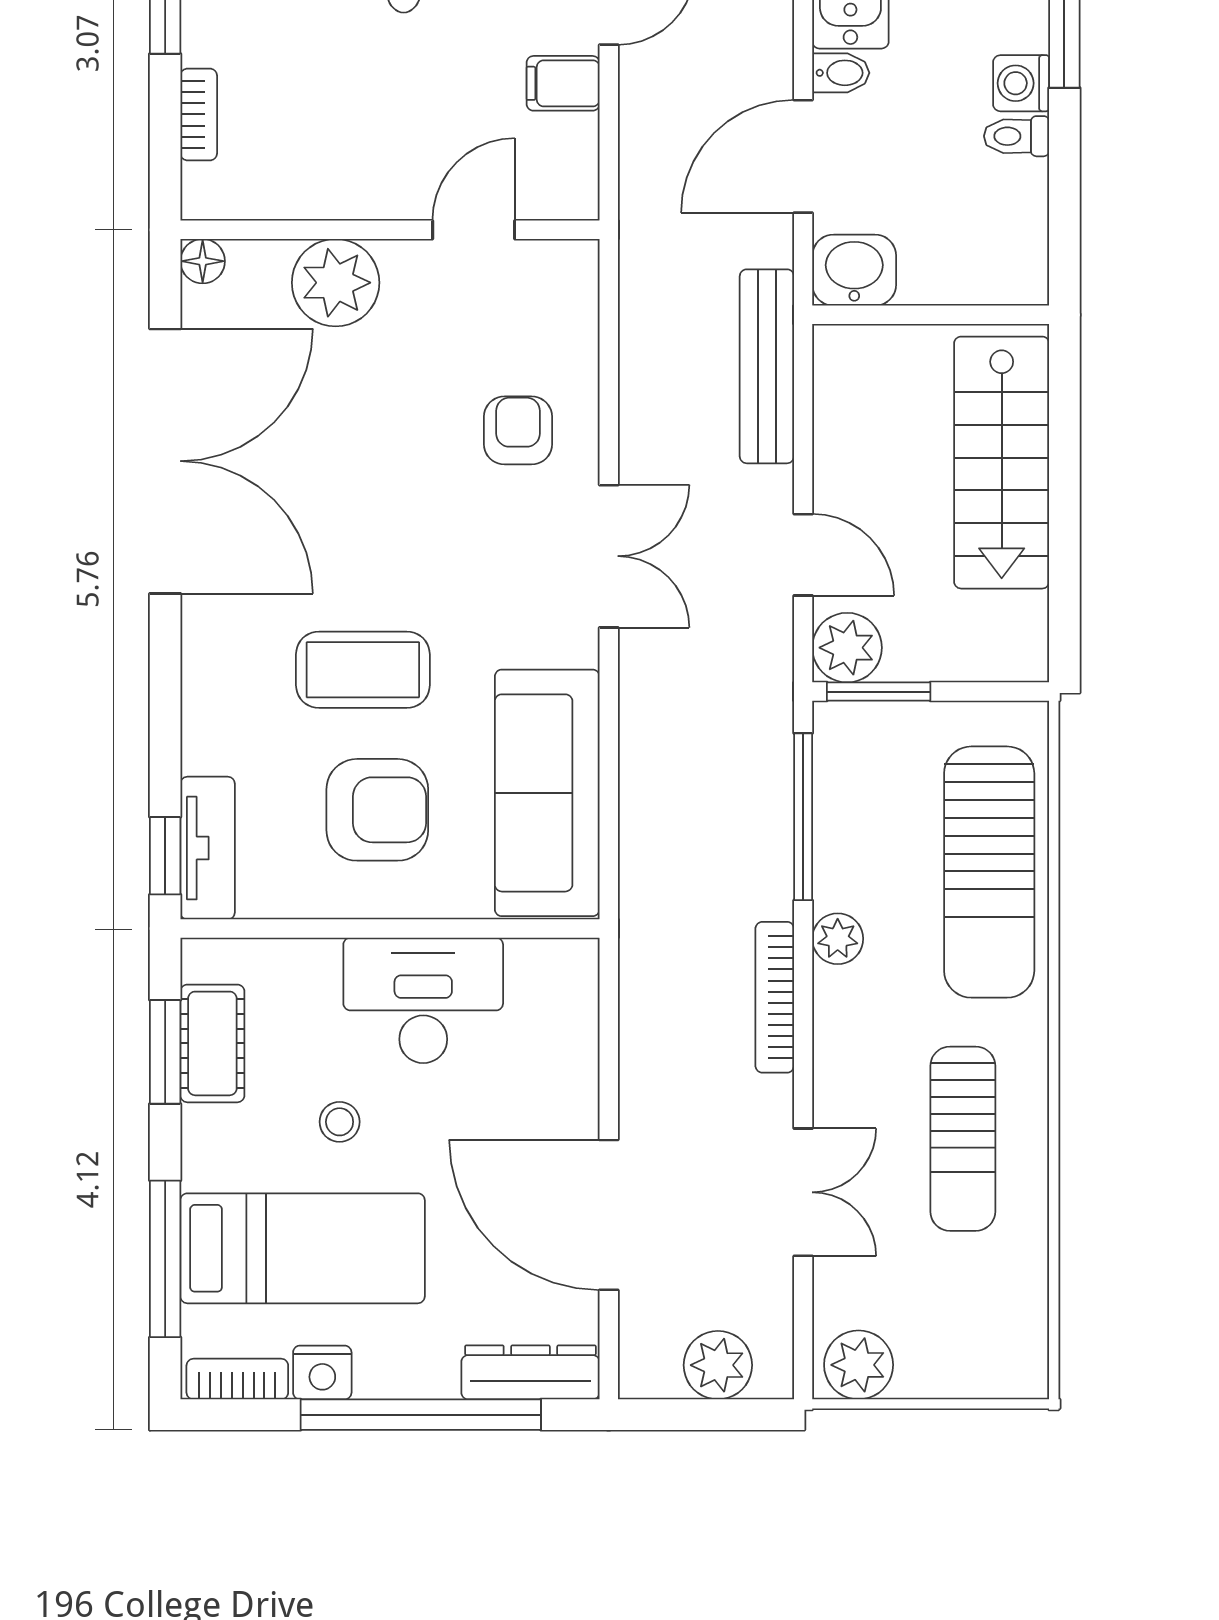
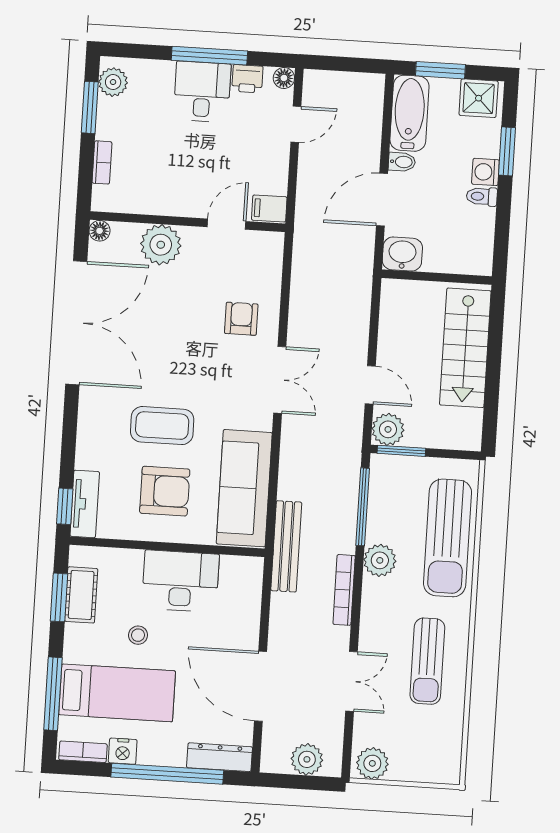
filing cabinet: (563, 83) -> (269, 208), moved
bench: (767, 366) -> (286, 546), moved
plant: (838, 939) -> (380, 560), width x1.38, depth x1.38

